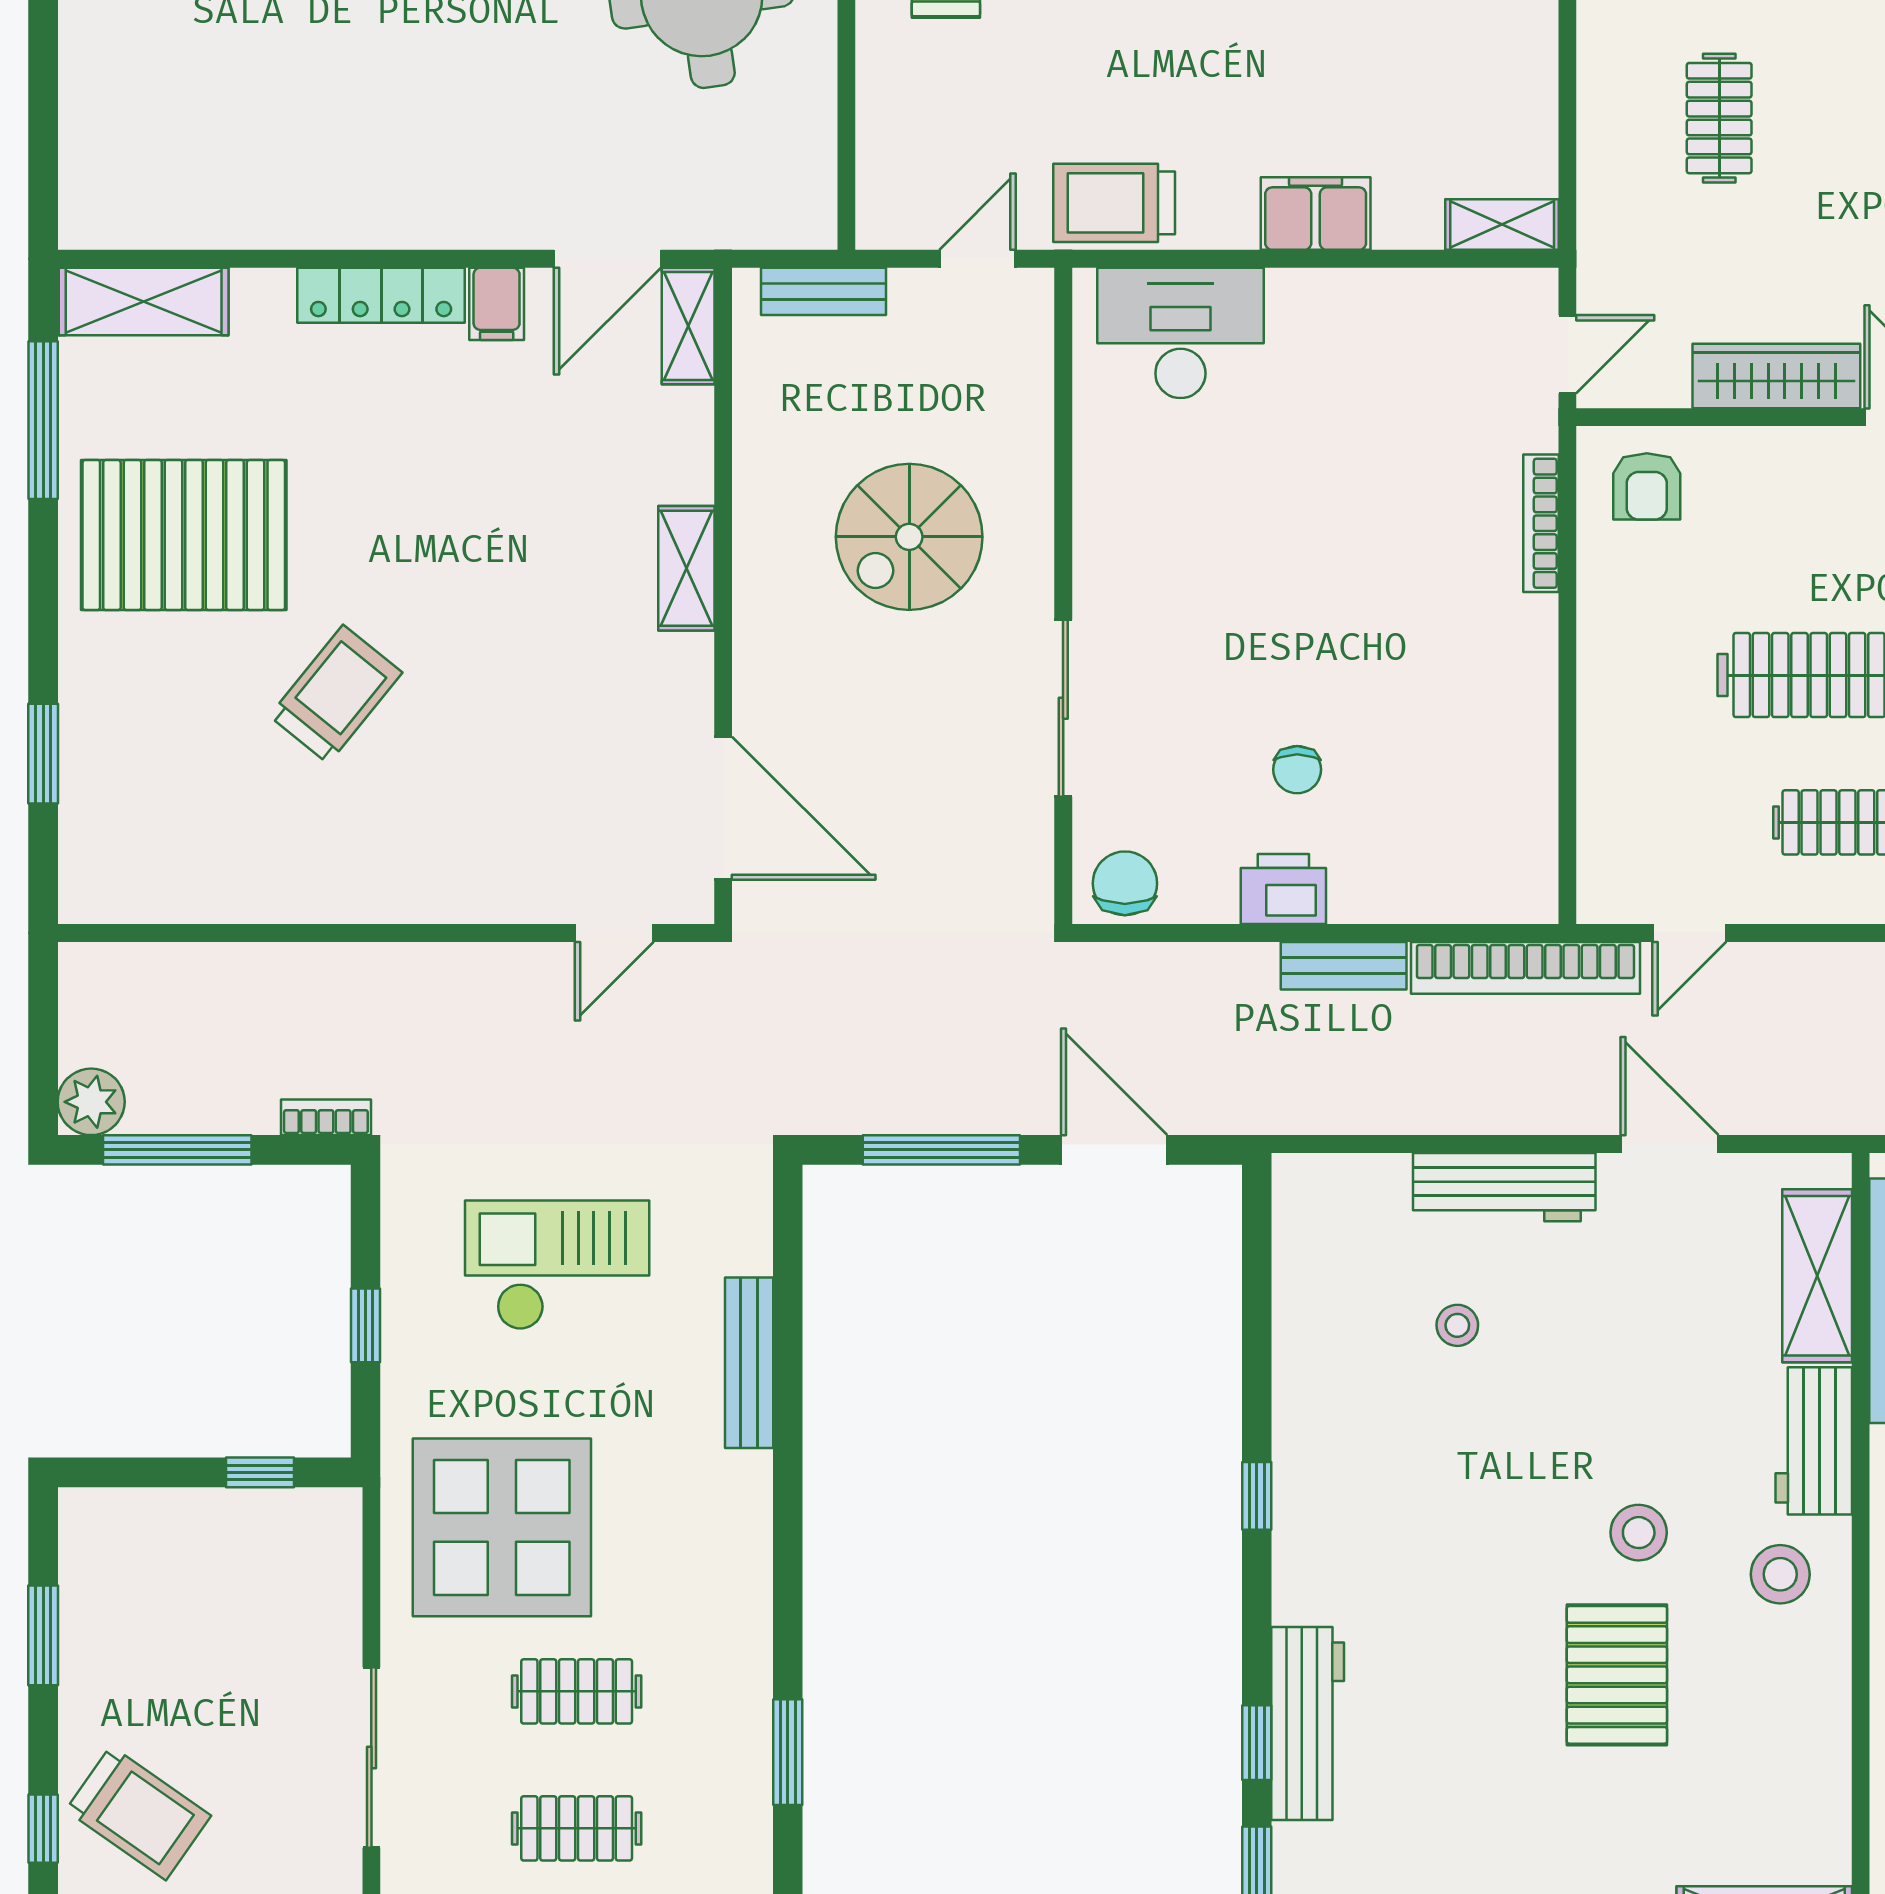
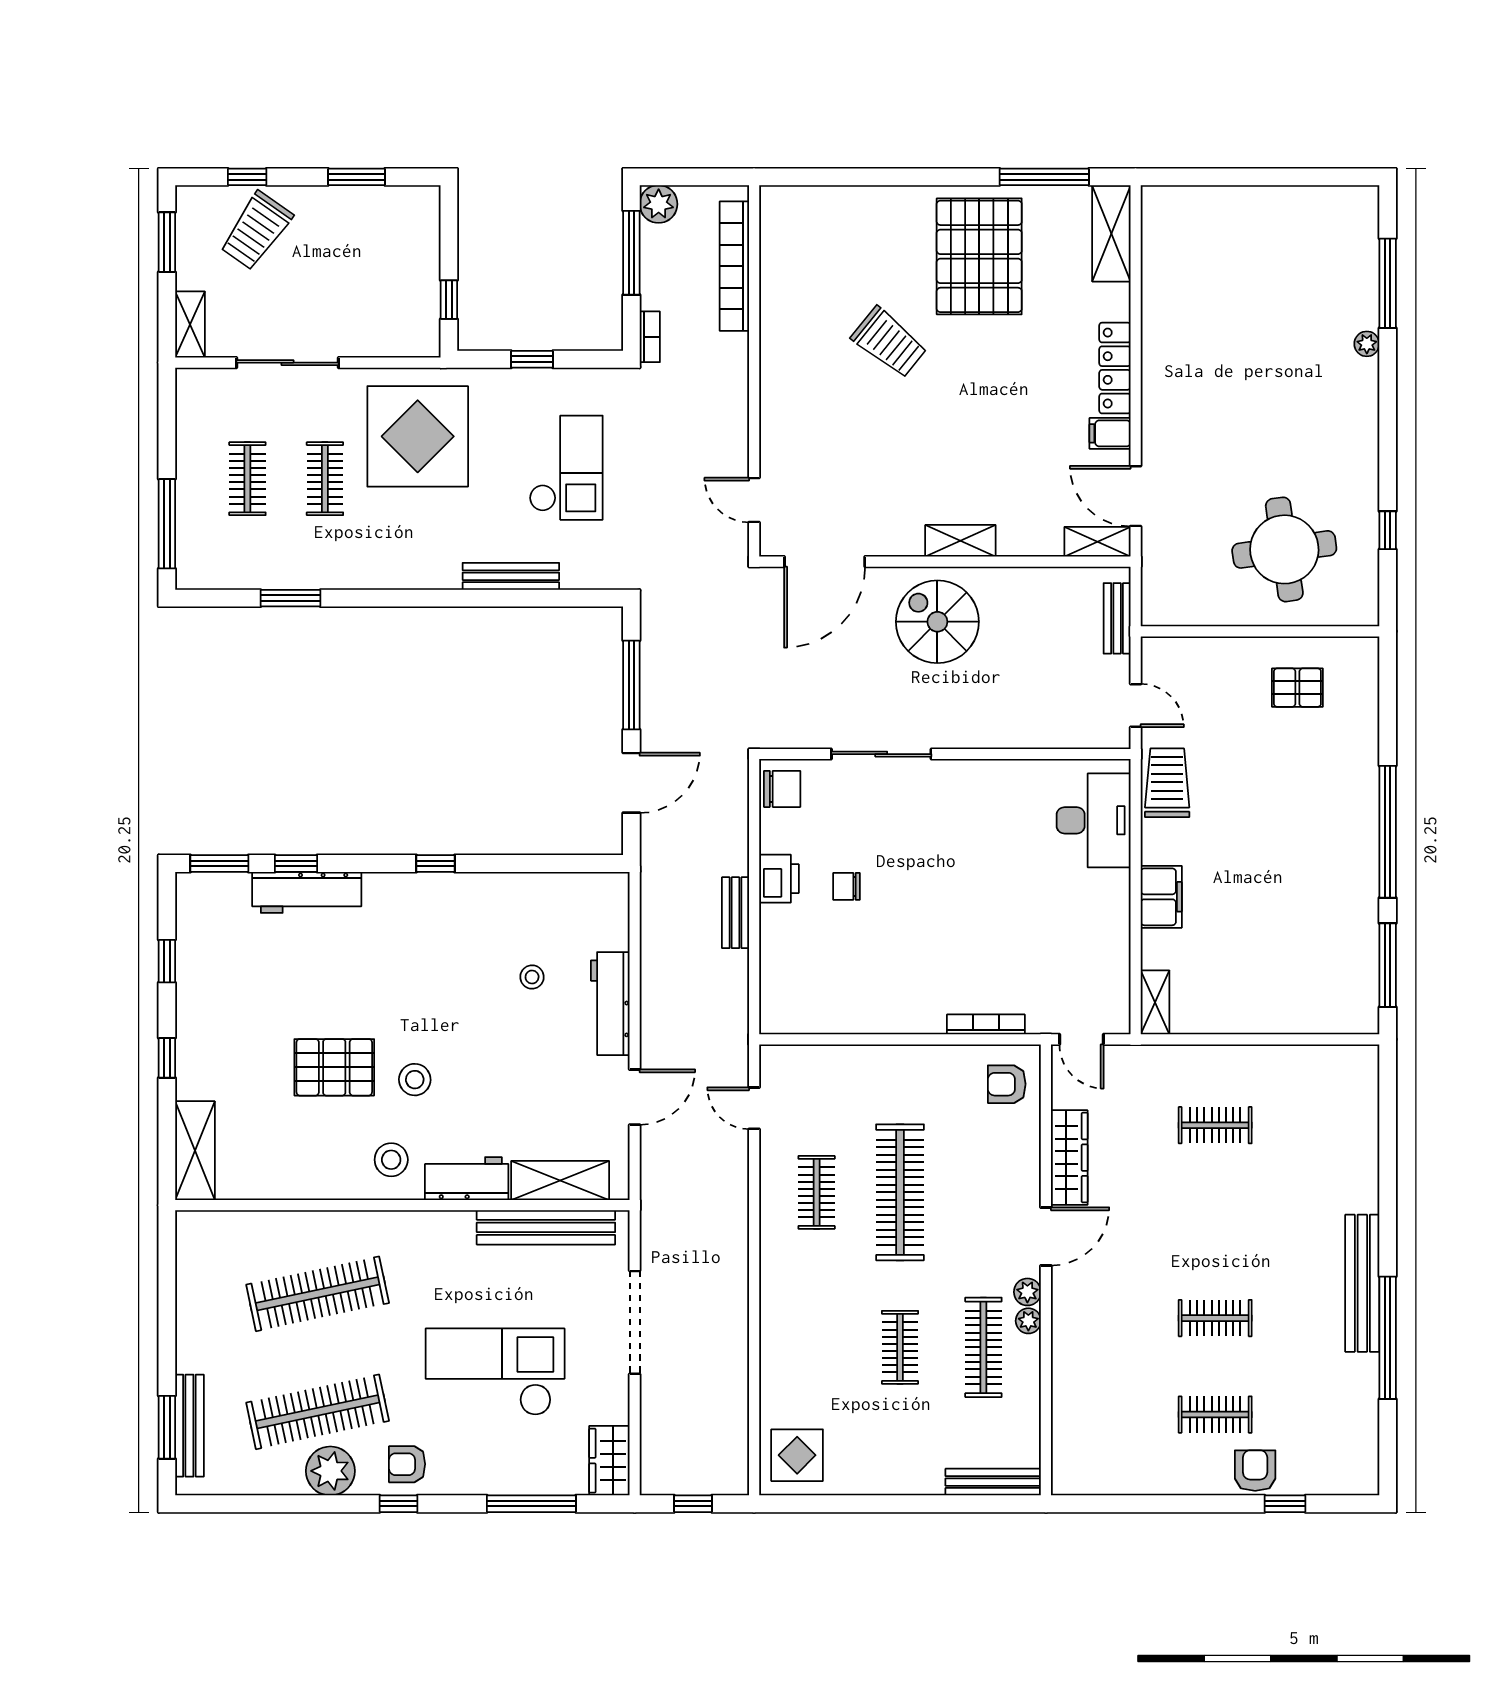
spiral stairs: (909, 537) -> (937, 622), moved
window: (43, 754) -> (855, 177), removed
bookcase: (1525, 968) -> (734, 266), moved

